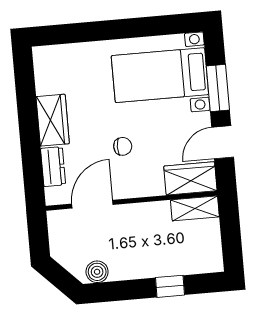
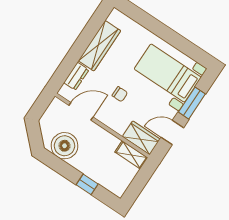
wardrobe: (53, 120) -> (99, 46), width x1.50
boiler: (97, 272) -> (64, 146), width x1.86, depth x1.86

